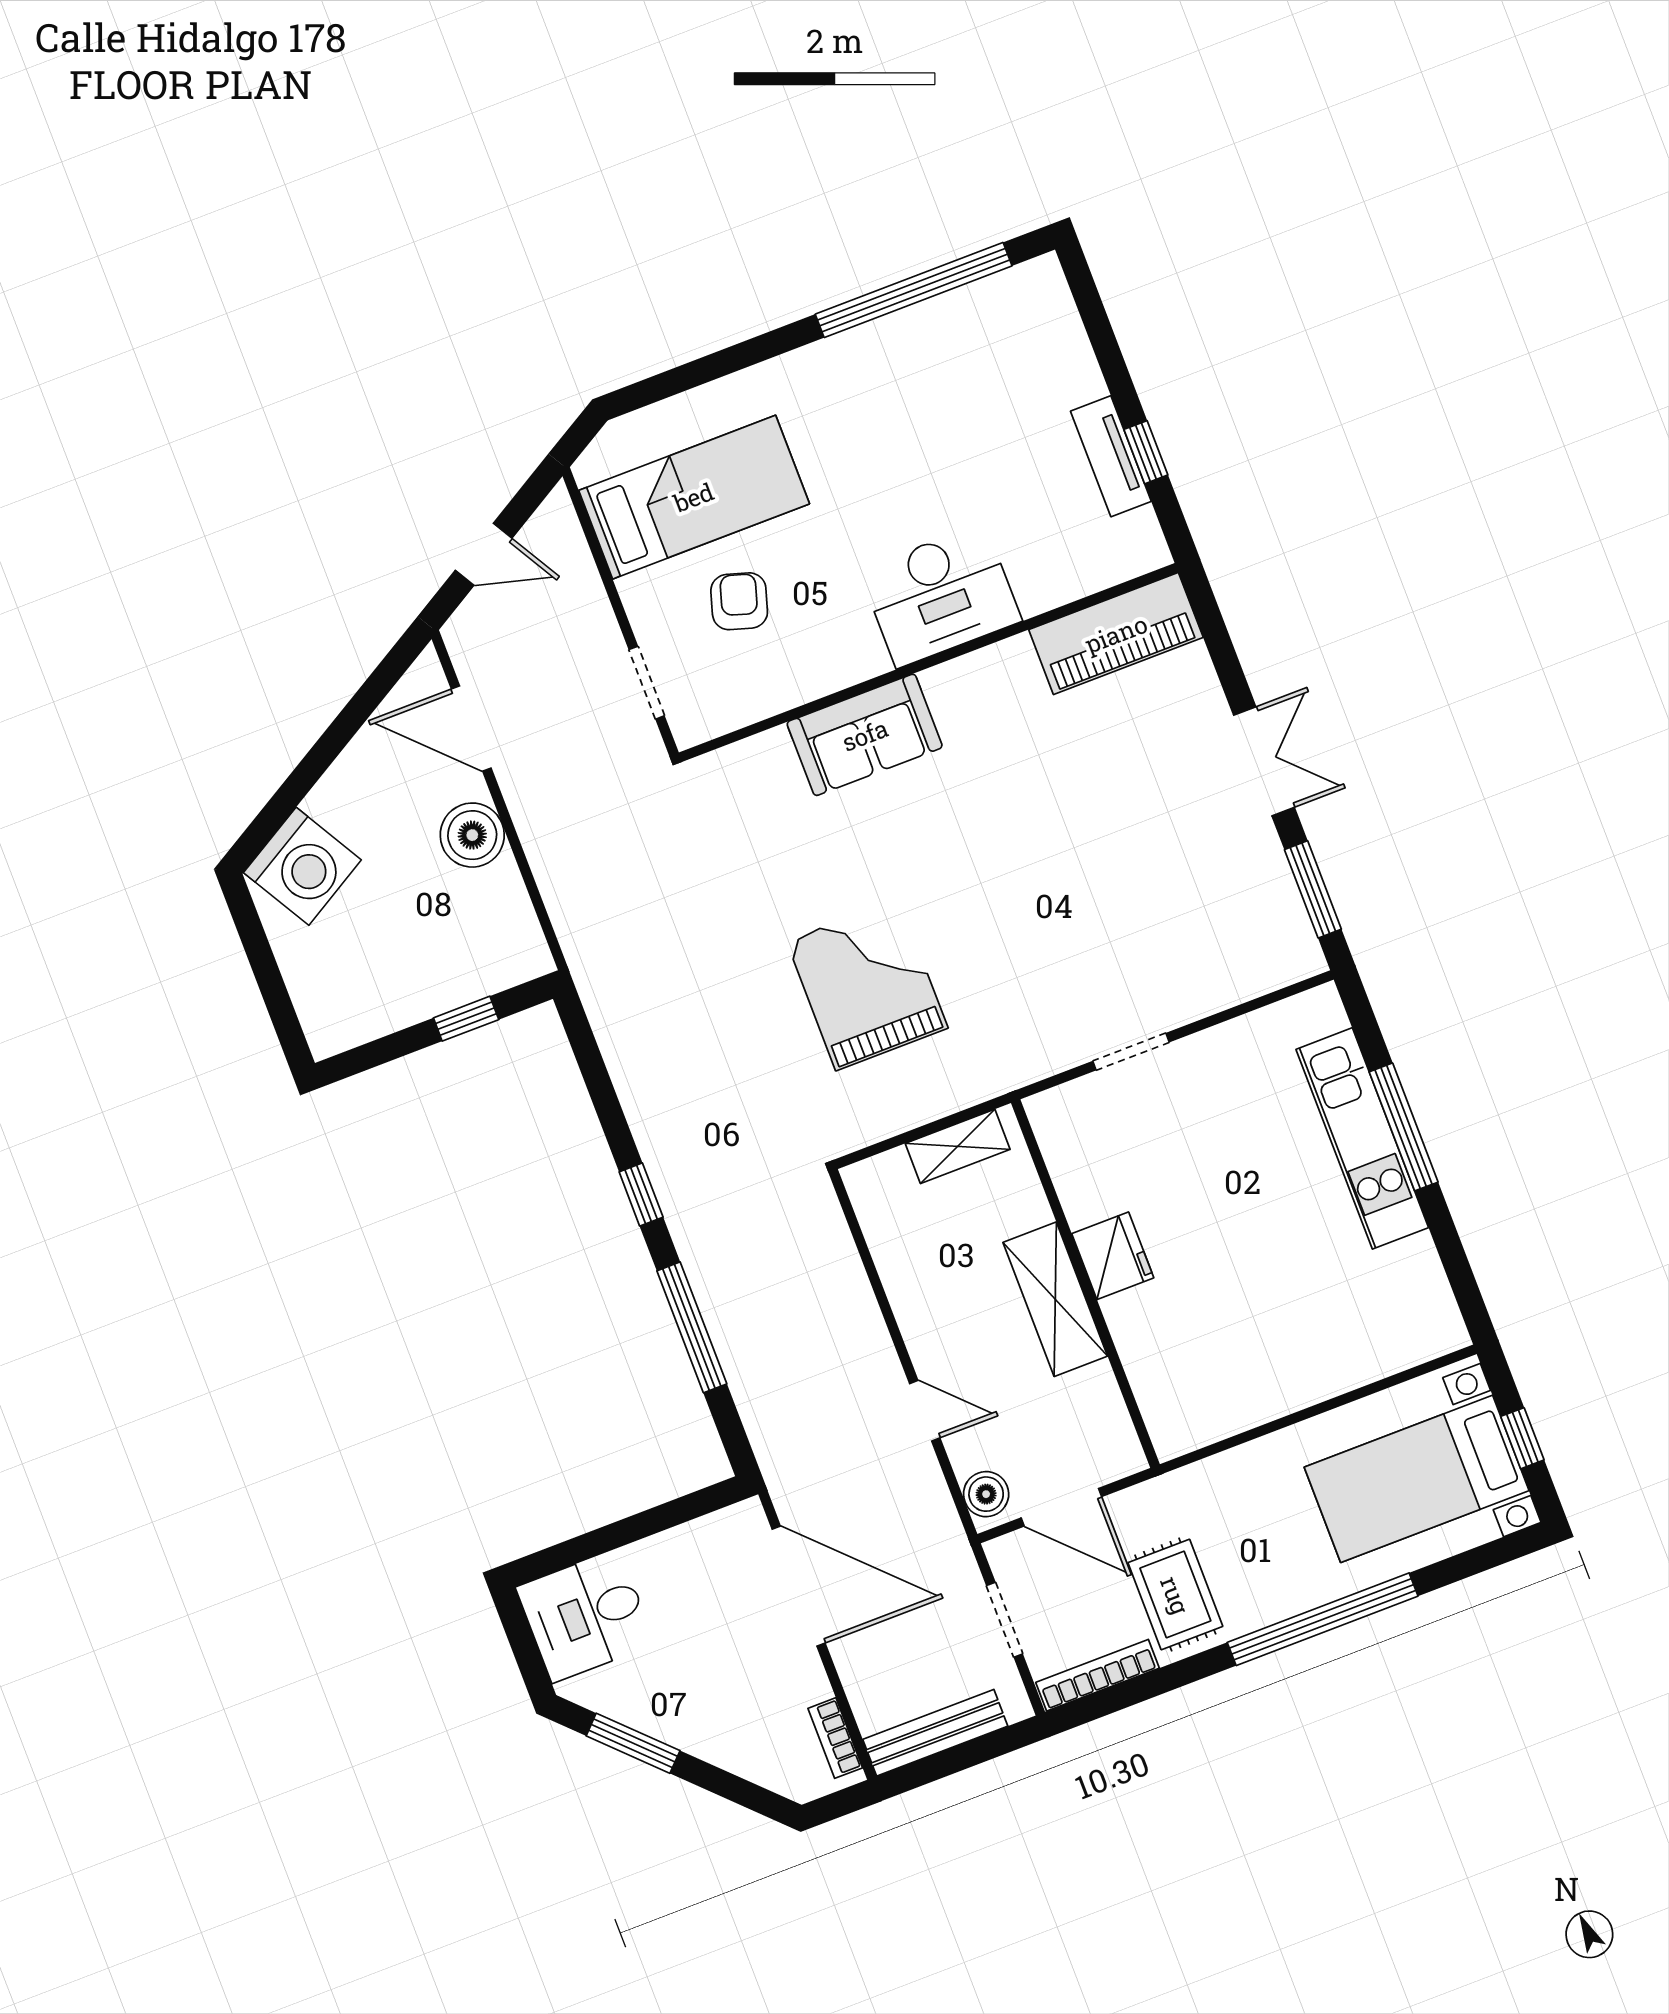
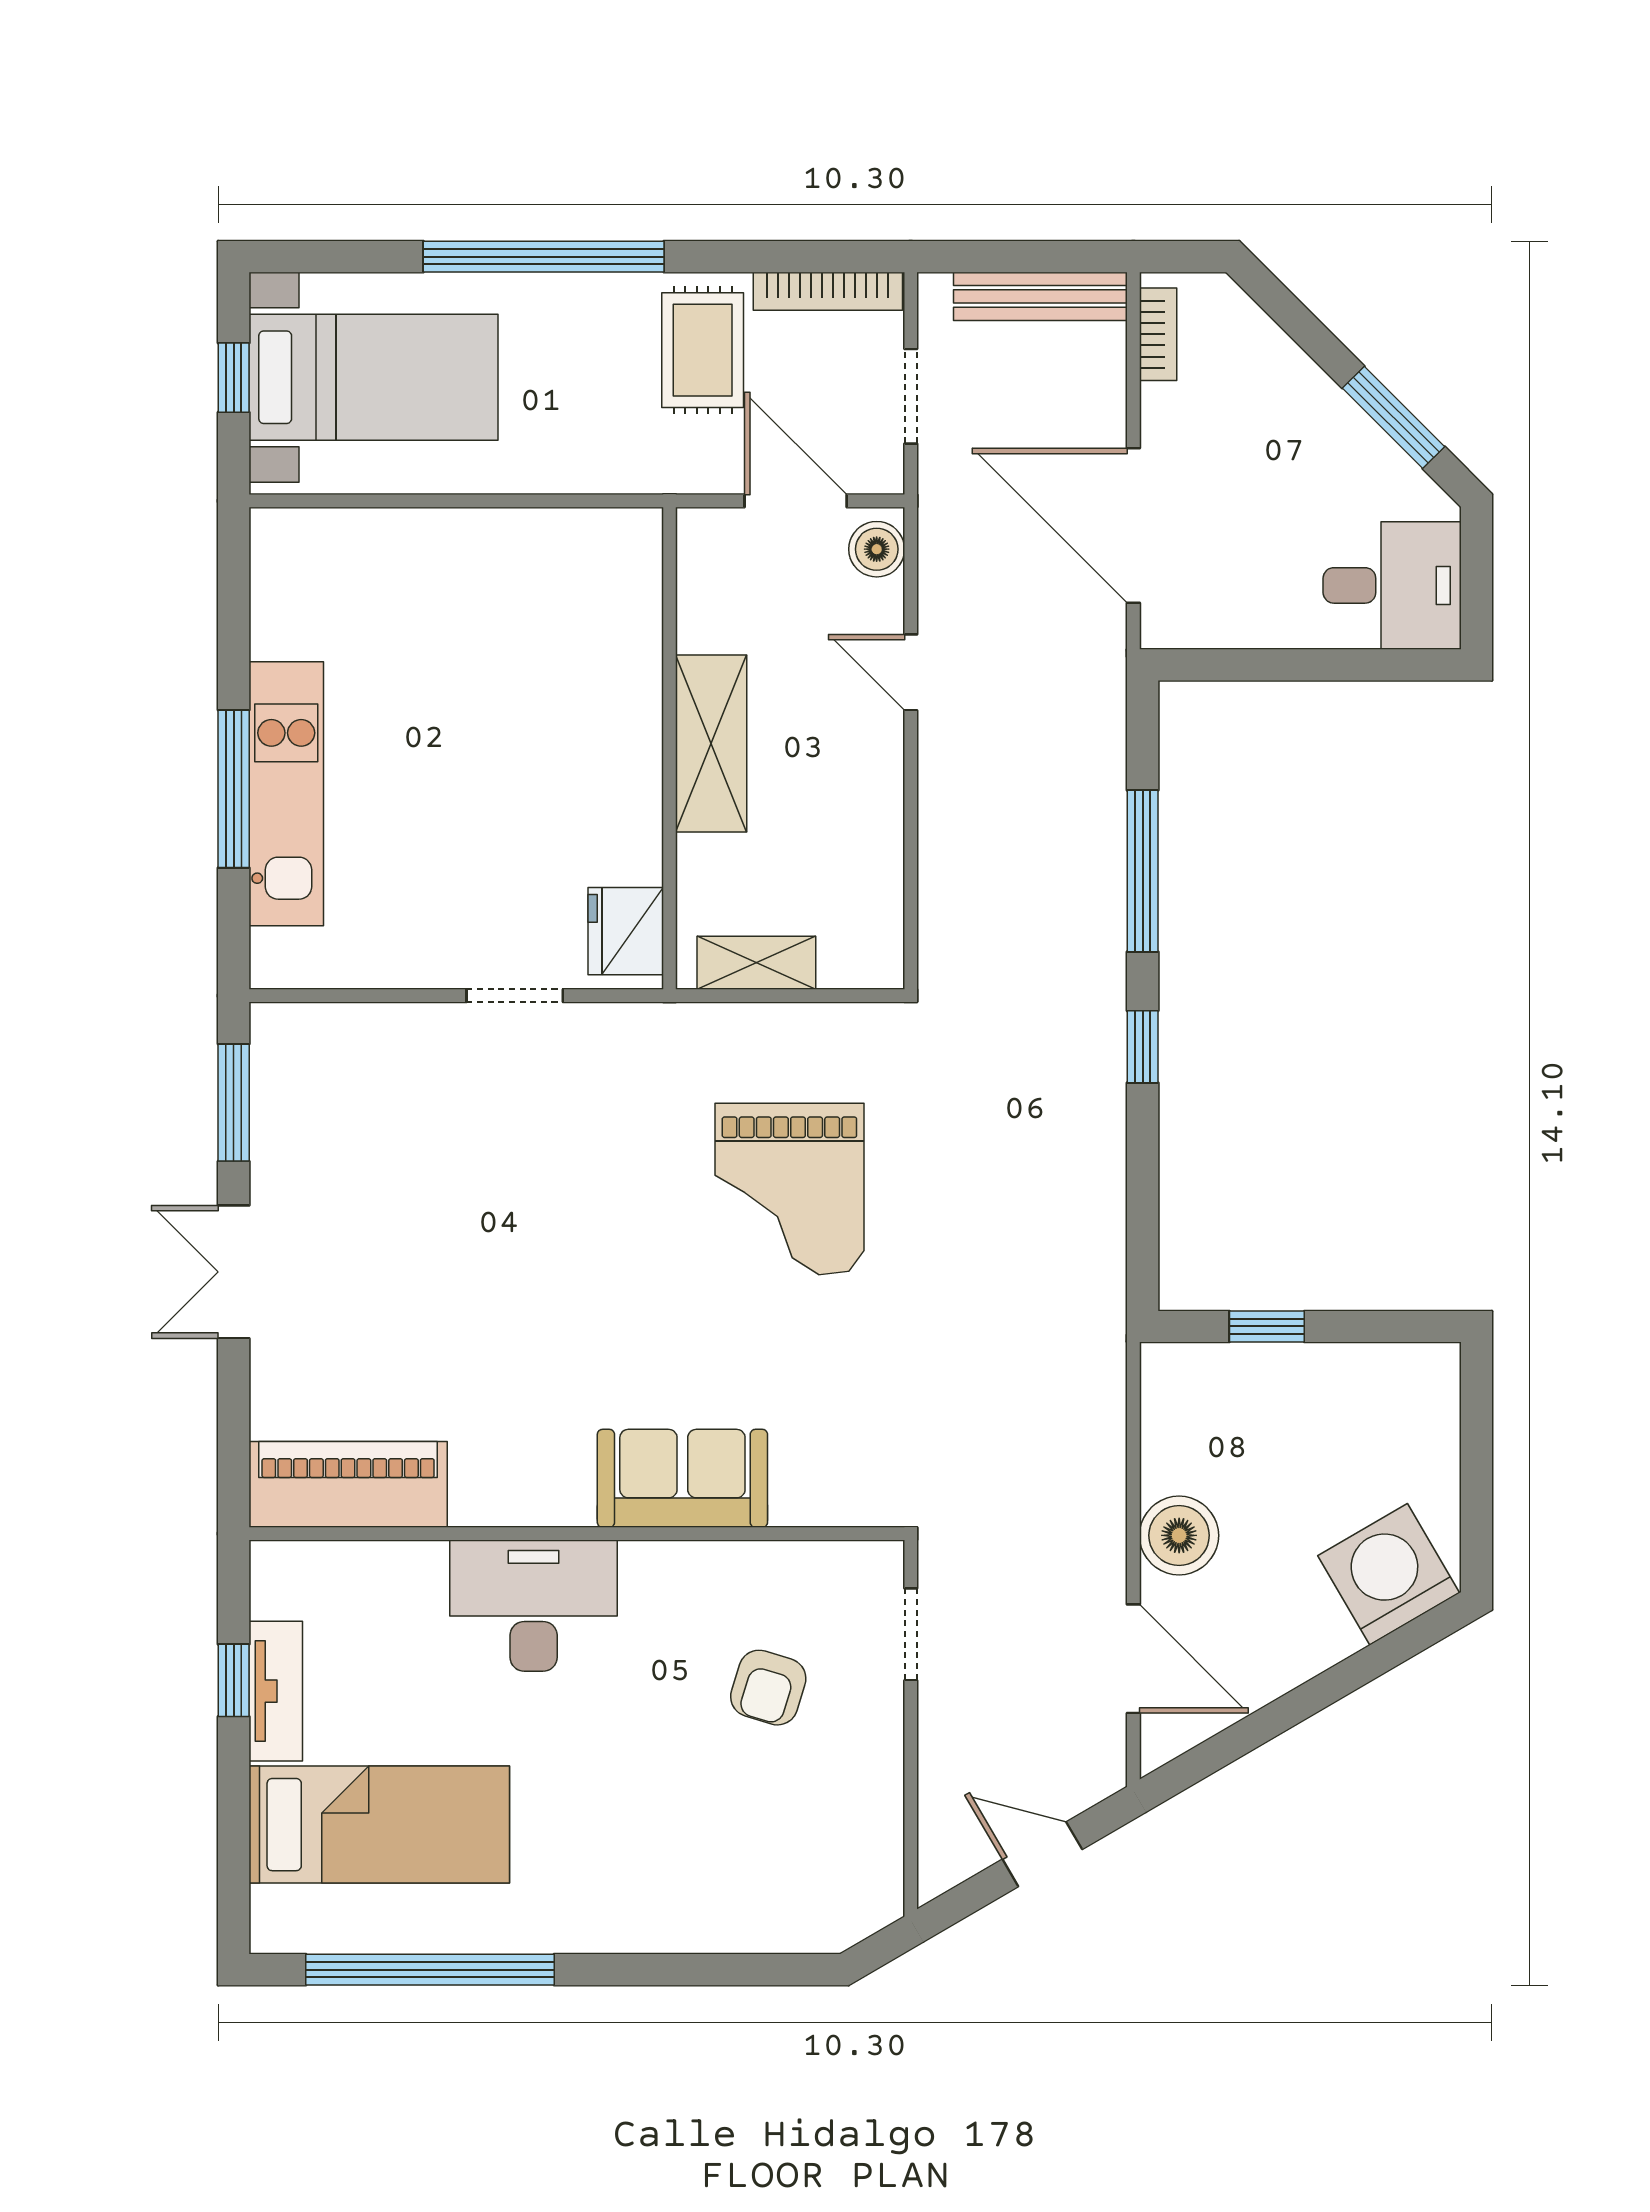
bed: (694, 497) -> (379, 1825), moved, turned 180
fridge: (1113, 1256) -> (626, 931), moved

